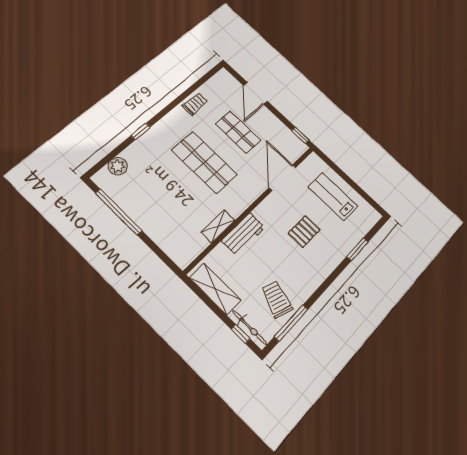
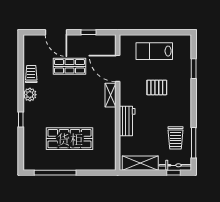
window: (300, 135) -> (88, 32), moved
shop shelf: (204, 162) -> (70, 139), moved
plant: (118, 166) -> (30, 95), moved
shelving: (218, 226) -> (110, 95), moved
pallet: (304, 231) -> (157, 87), turned 90
trolley: (277, 299) -> (175, 138), turned -109

